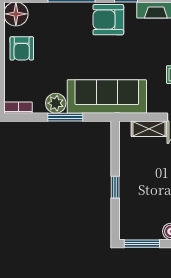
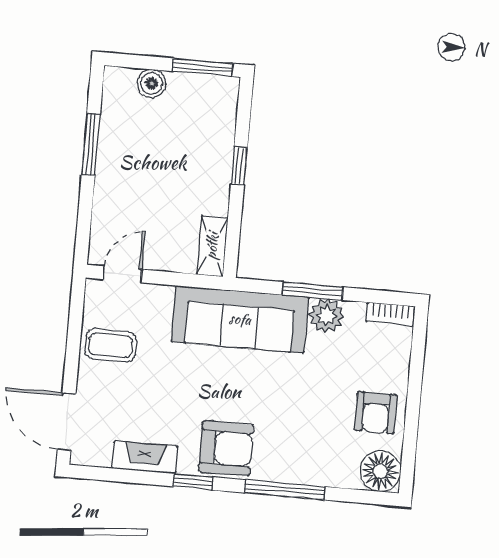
armchair: (22, 48) -> (376, 413), turned 180
shelving: (149, 129) -> (212, 246), moved, turned 90

